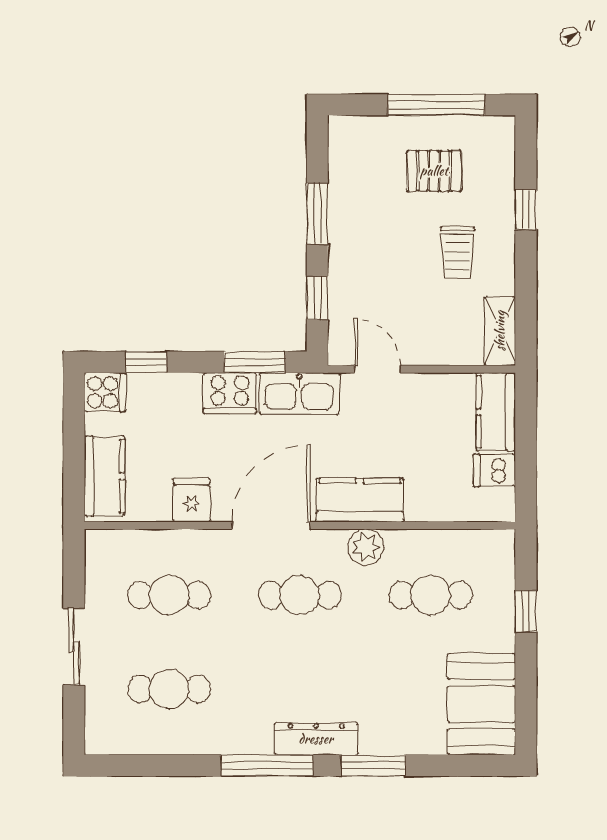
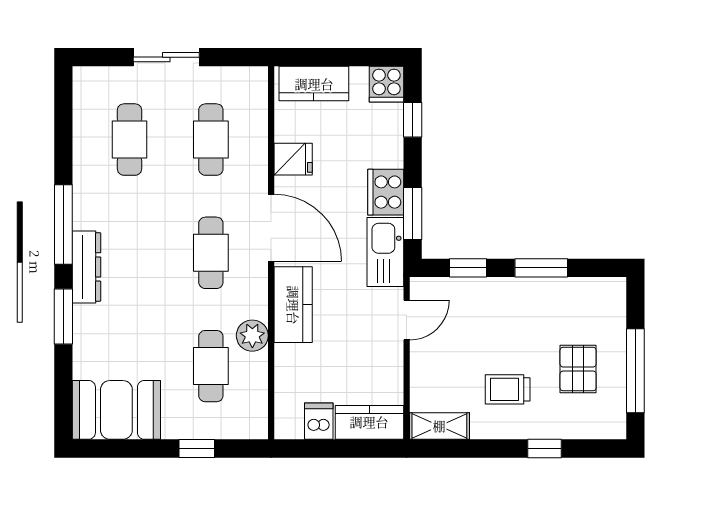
plant: (366, 547) -> (252, 336), moved

